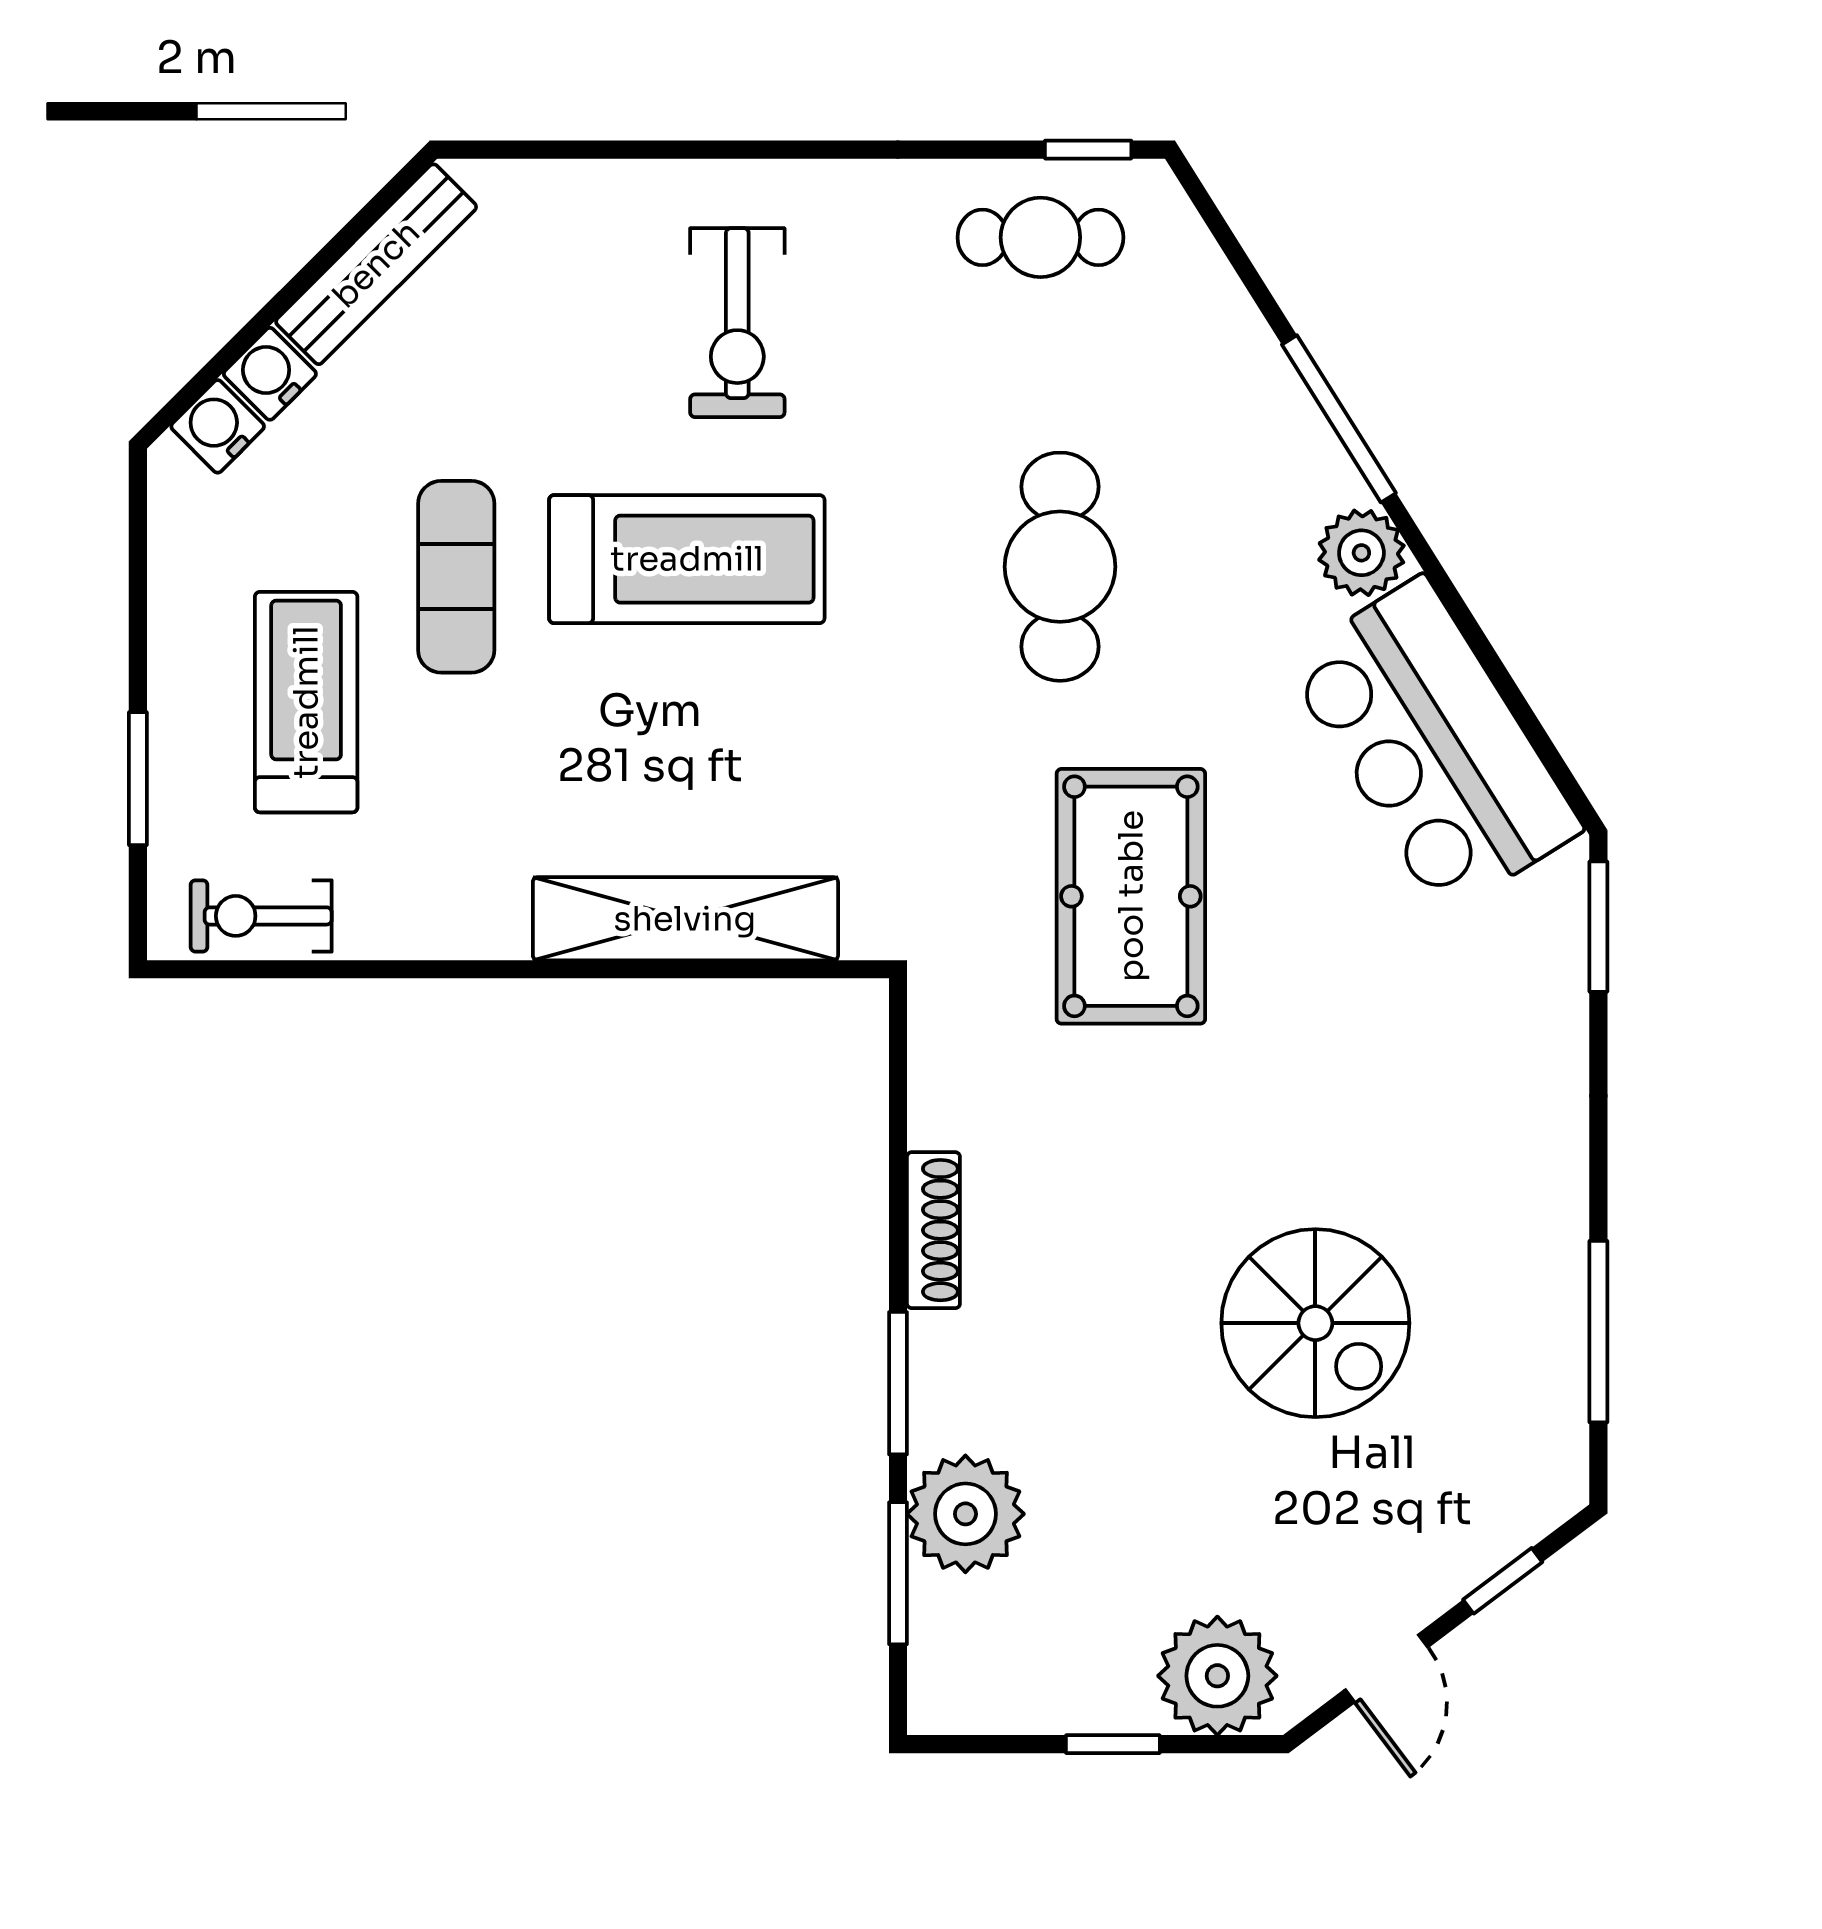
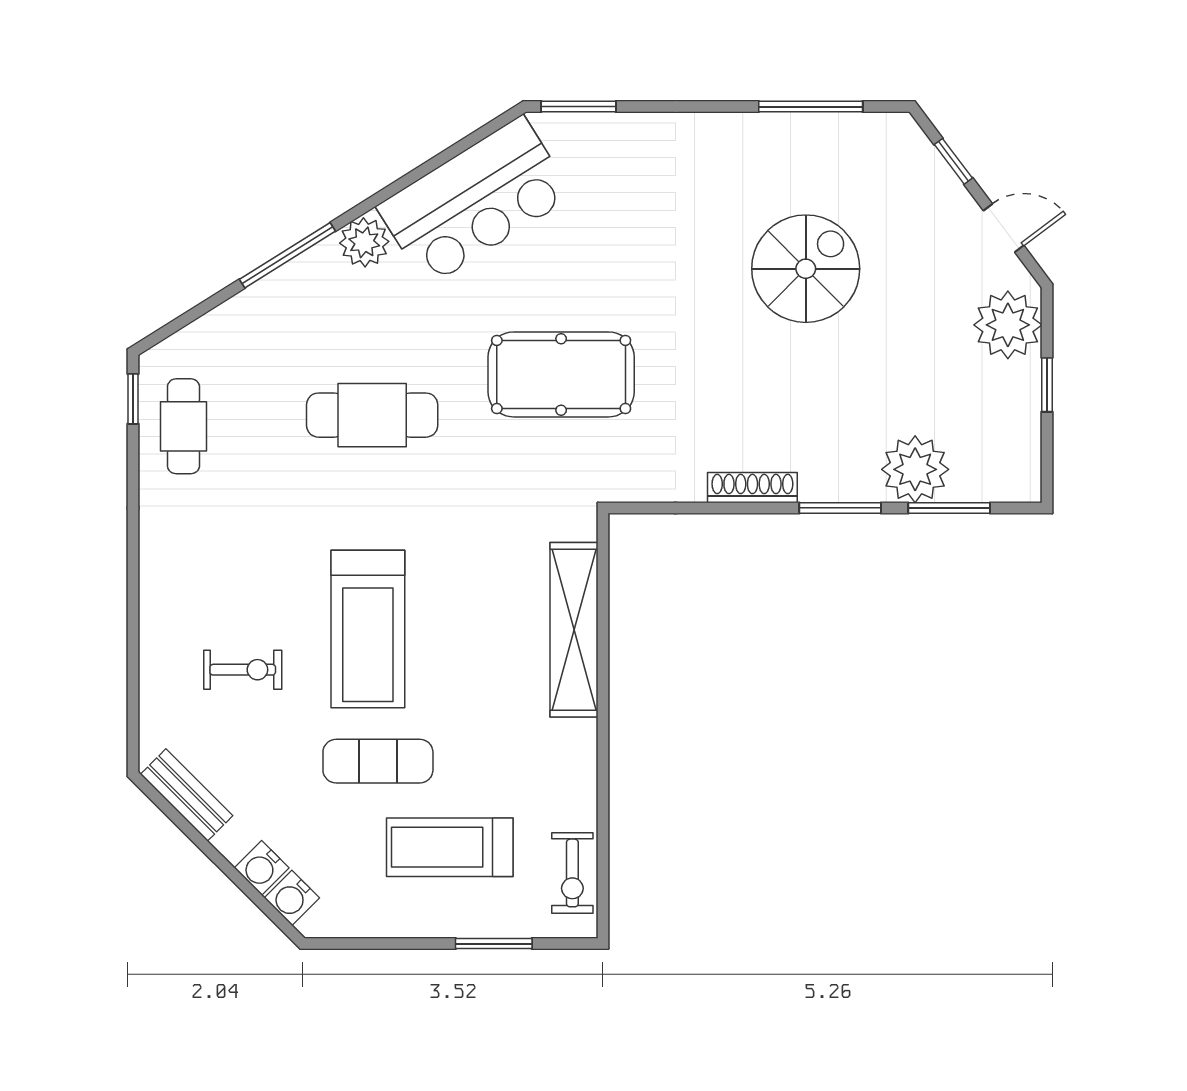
bench: (376, 264) -> (187, 795), width x0.73
exercise bike: (737, 323) -> (243, 670), moved, width x0.73, depth x0.72
treadmill: (687, 559) -> (368, 629), turned 180

